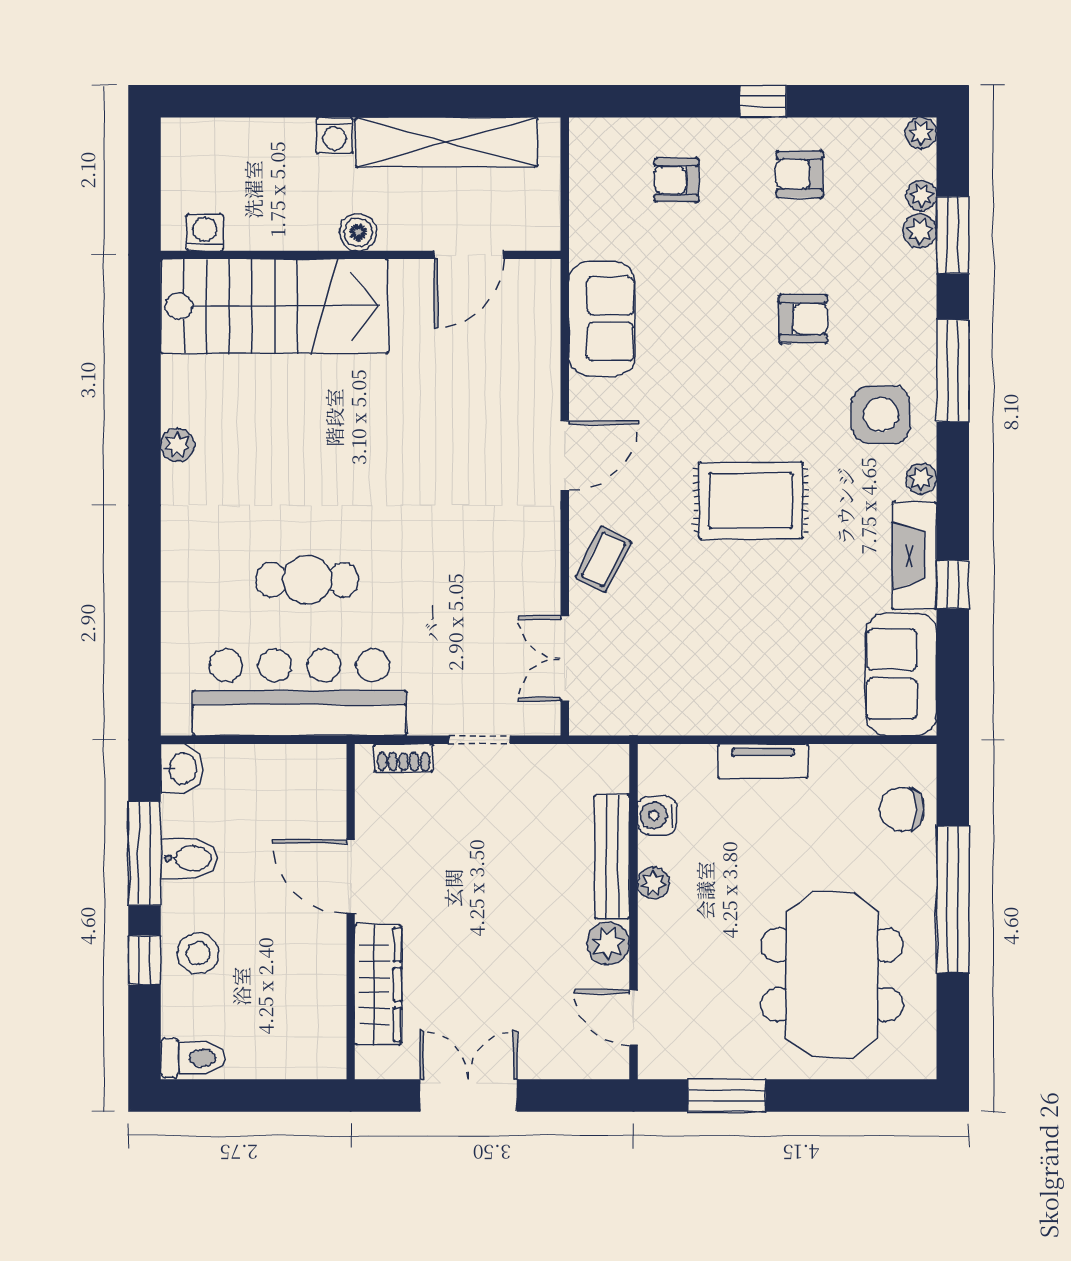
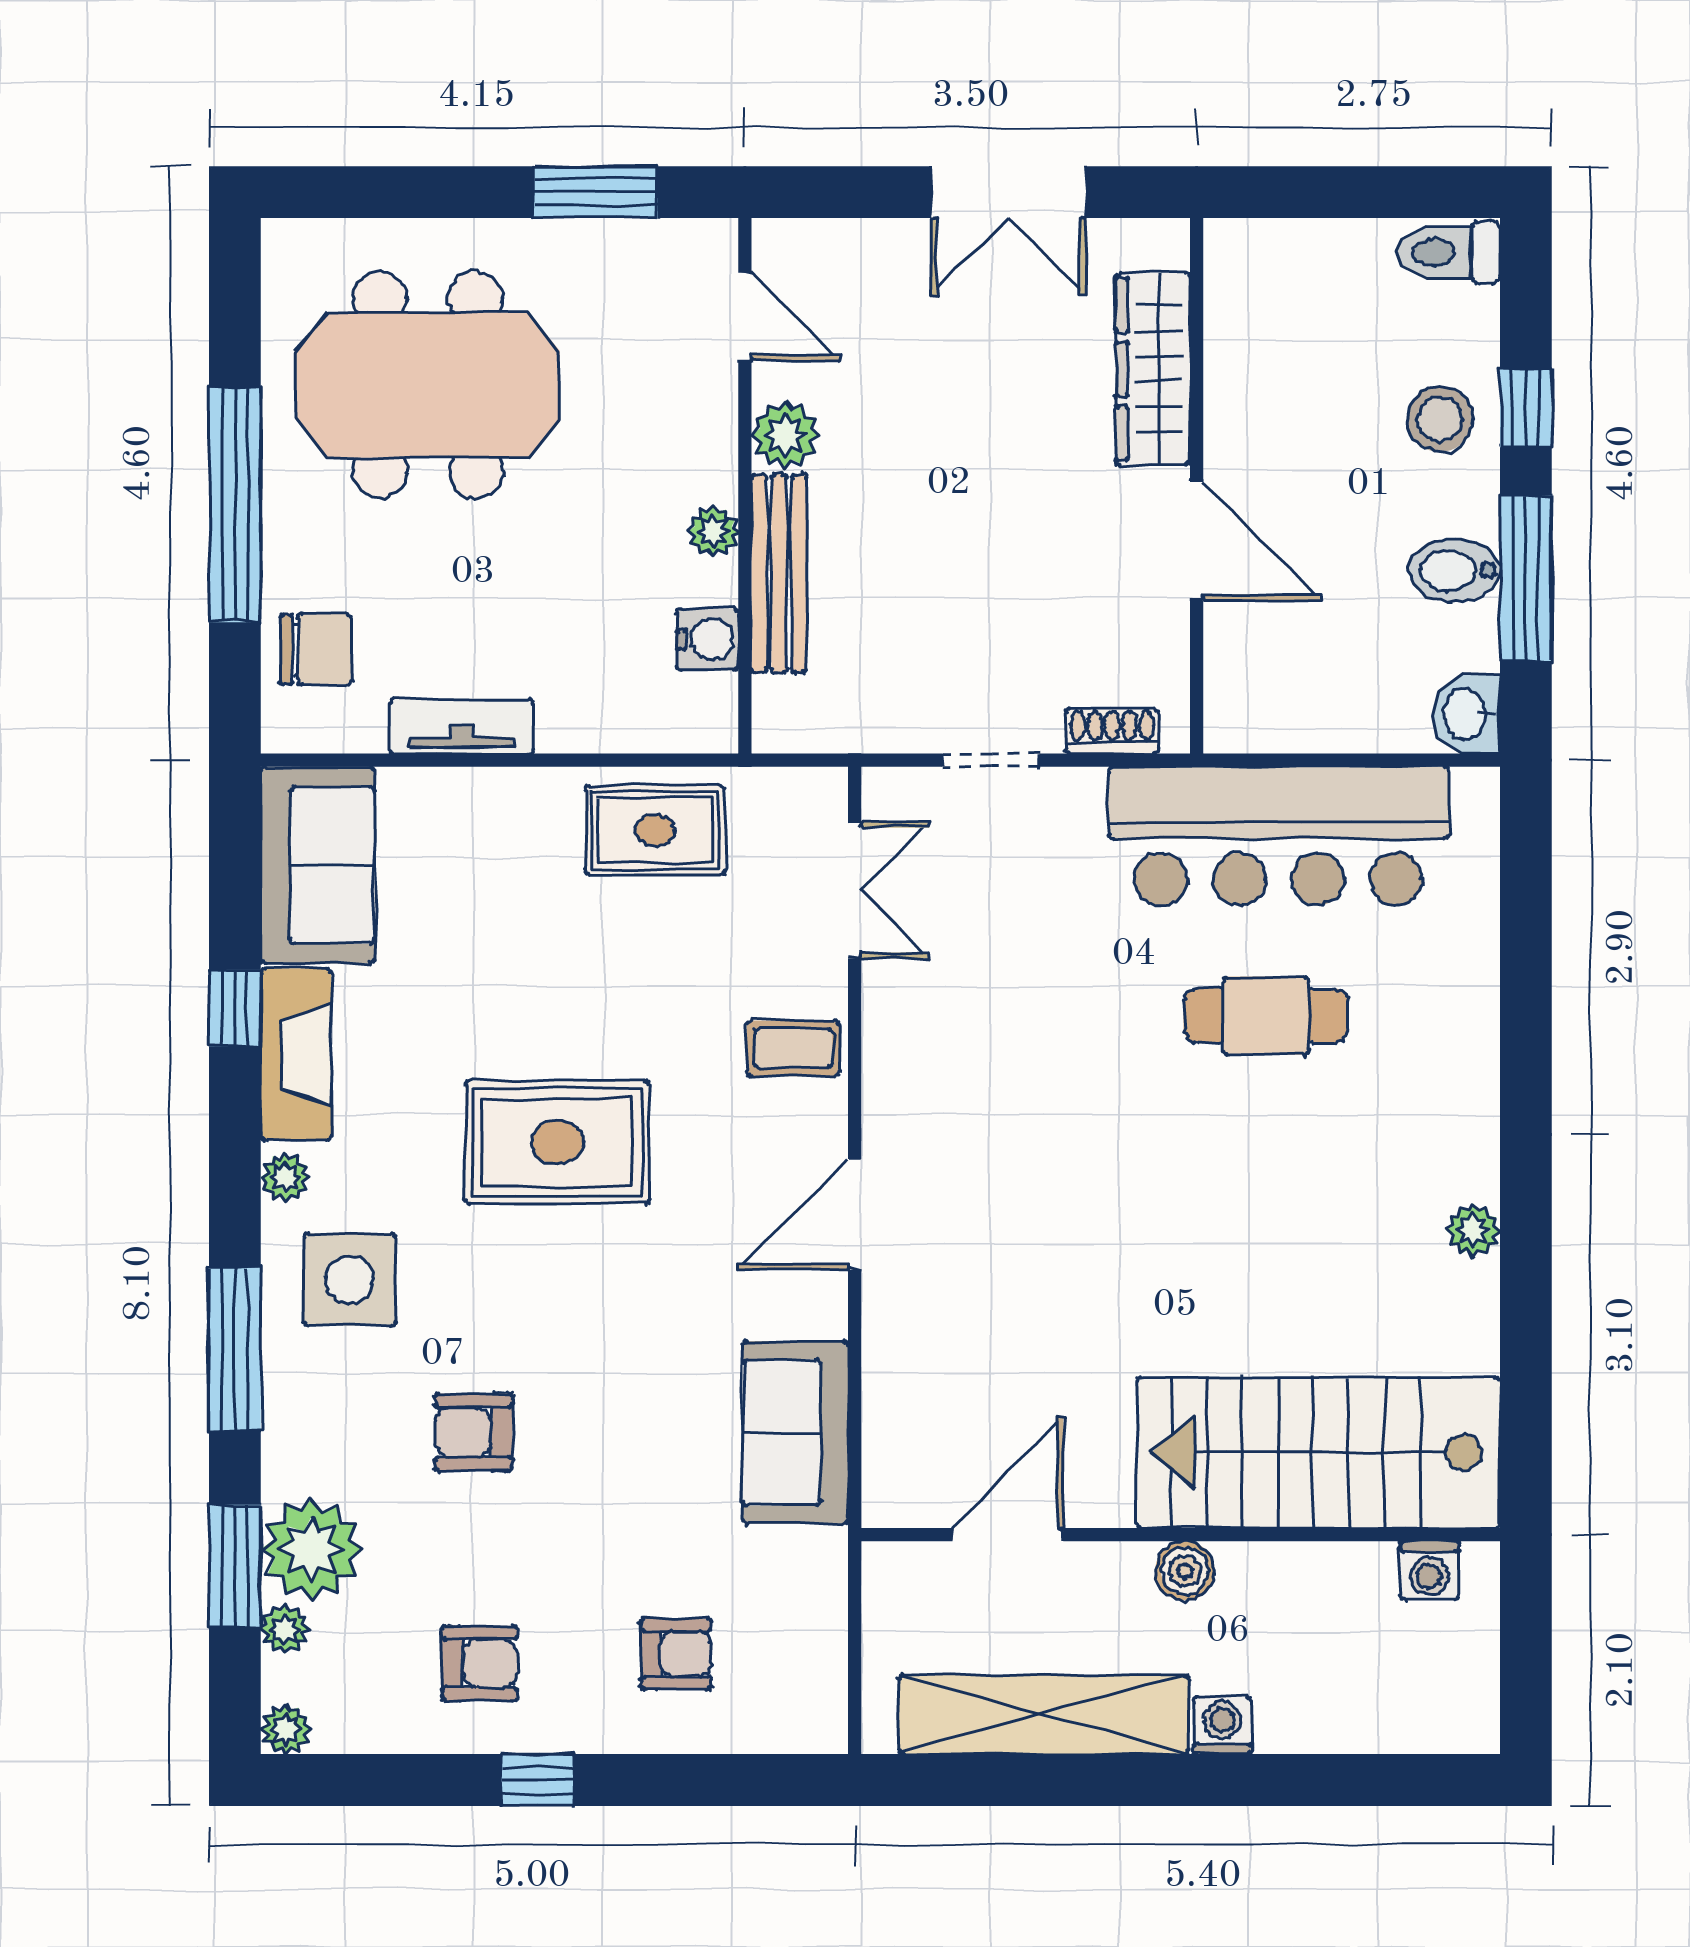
plant: (920, 231) -> (311, 1549), width x1.88, depth x1.88
coffee table: (603, 559) -> (793, 1048), turned 63
rug: (690, 696) -> (655, 830), added
tv unit: (763, 761) -> (461, 726), moved
meeting table: (832, 975) -> (428, 385), turned 90

